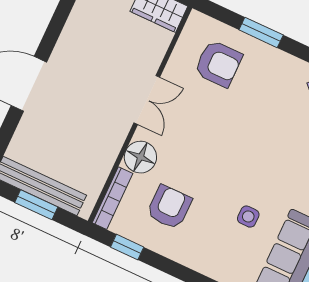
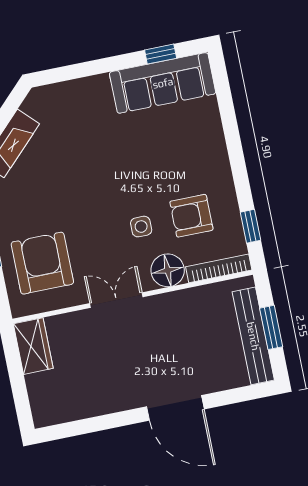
armchair: (218, 64) -> (42, 263), width x1.36, depth x1.36
side table: (248, 217) -> (141, 227), moved

